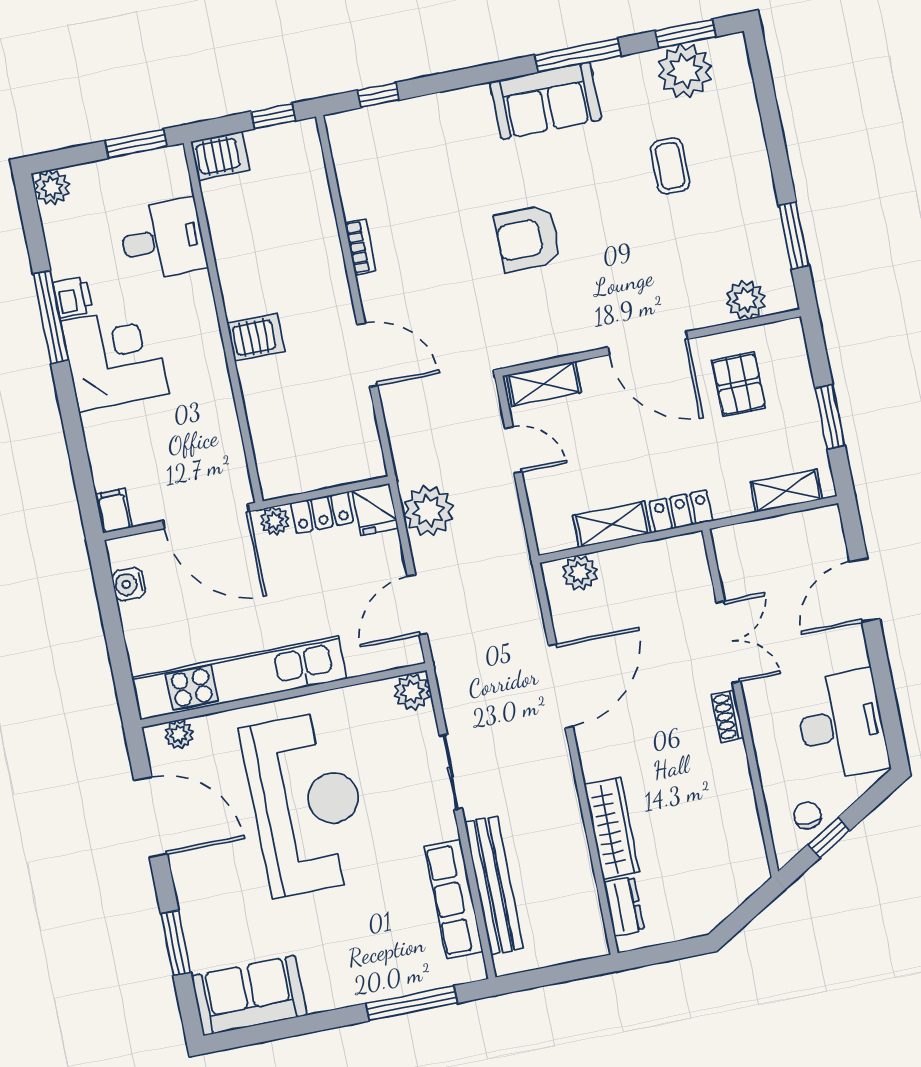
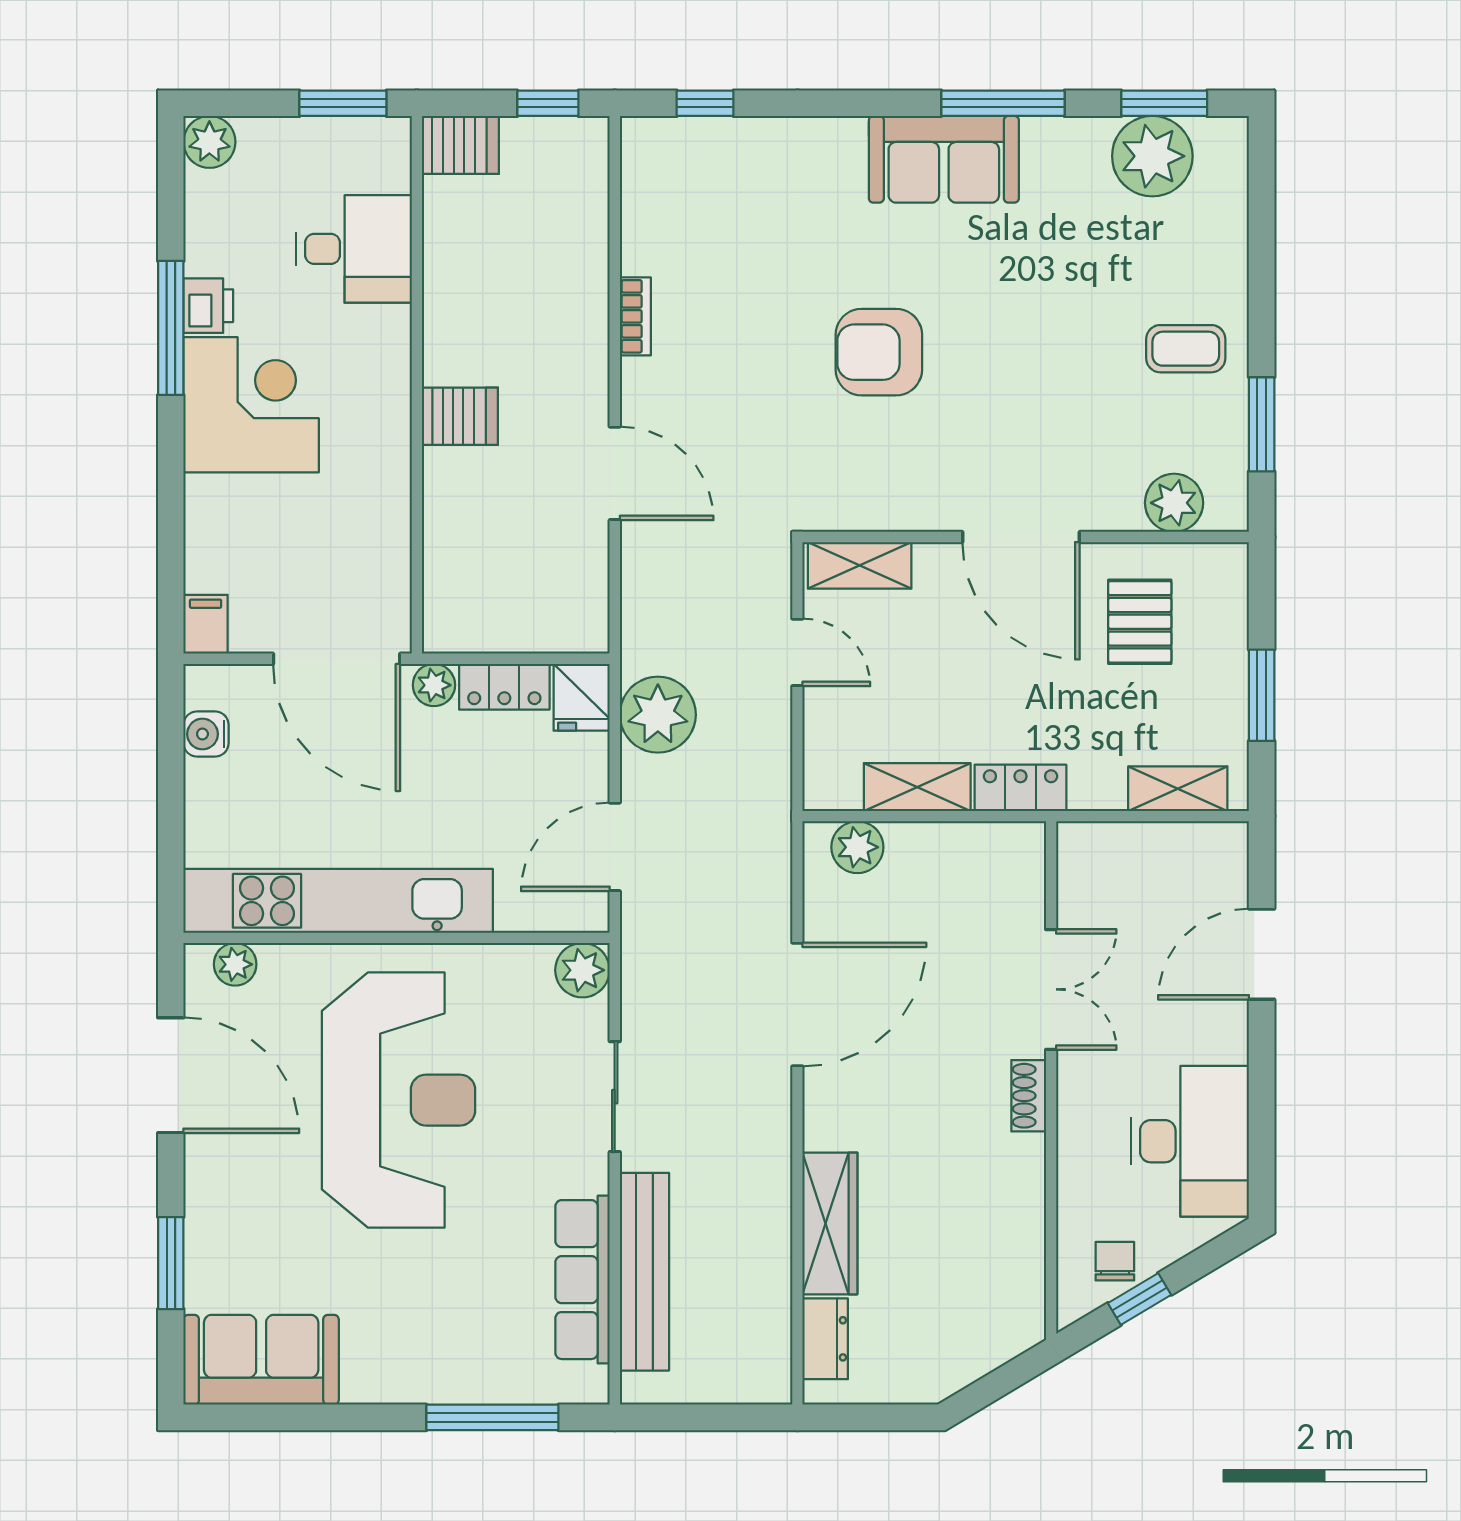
coffee table: (670, 166) -> (1186, 349), moved, turned 90

